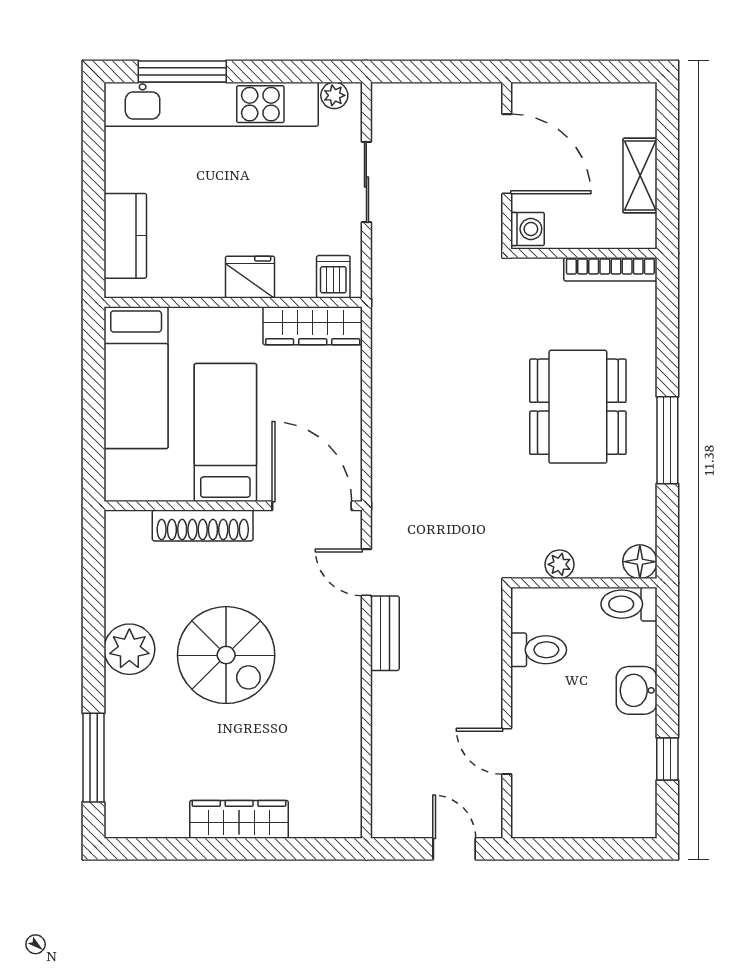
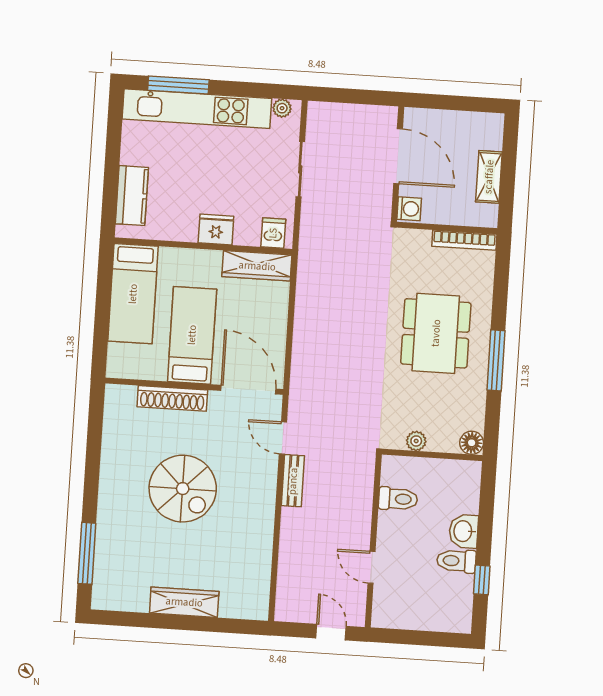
toilet: (629, 604) -> (456, 561), moved
plant: (129, 649) -> (116, 480), removed

